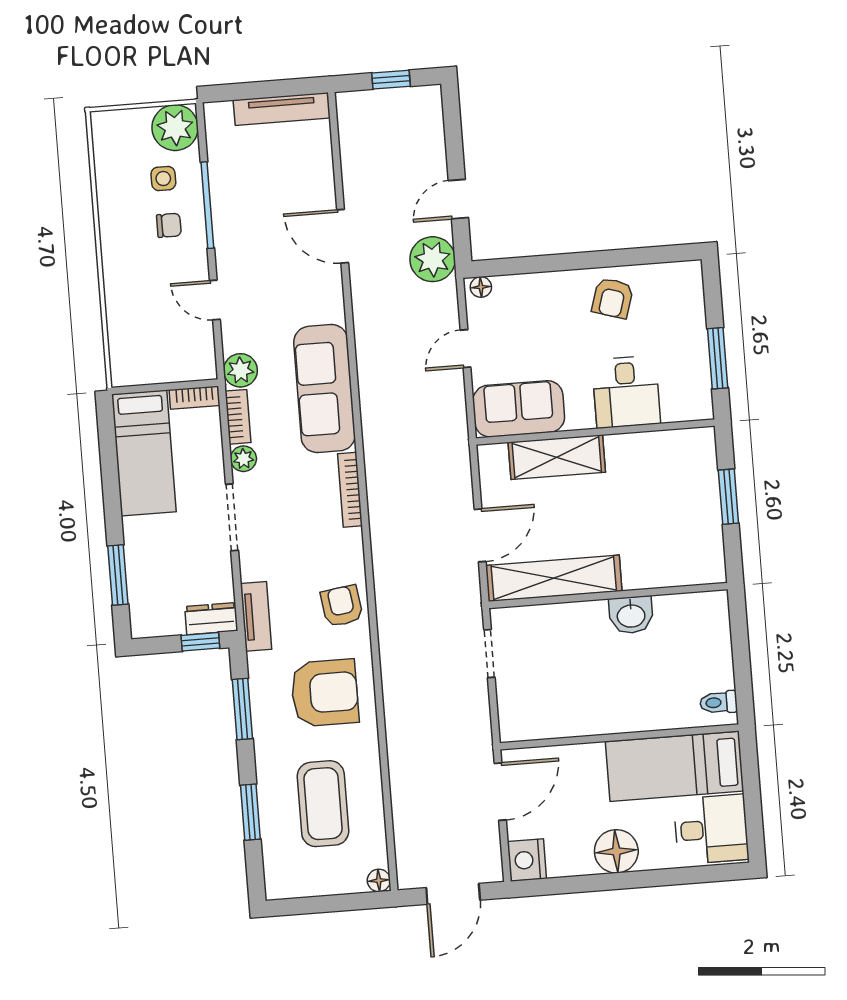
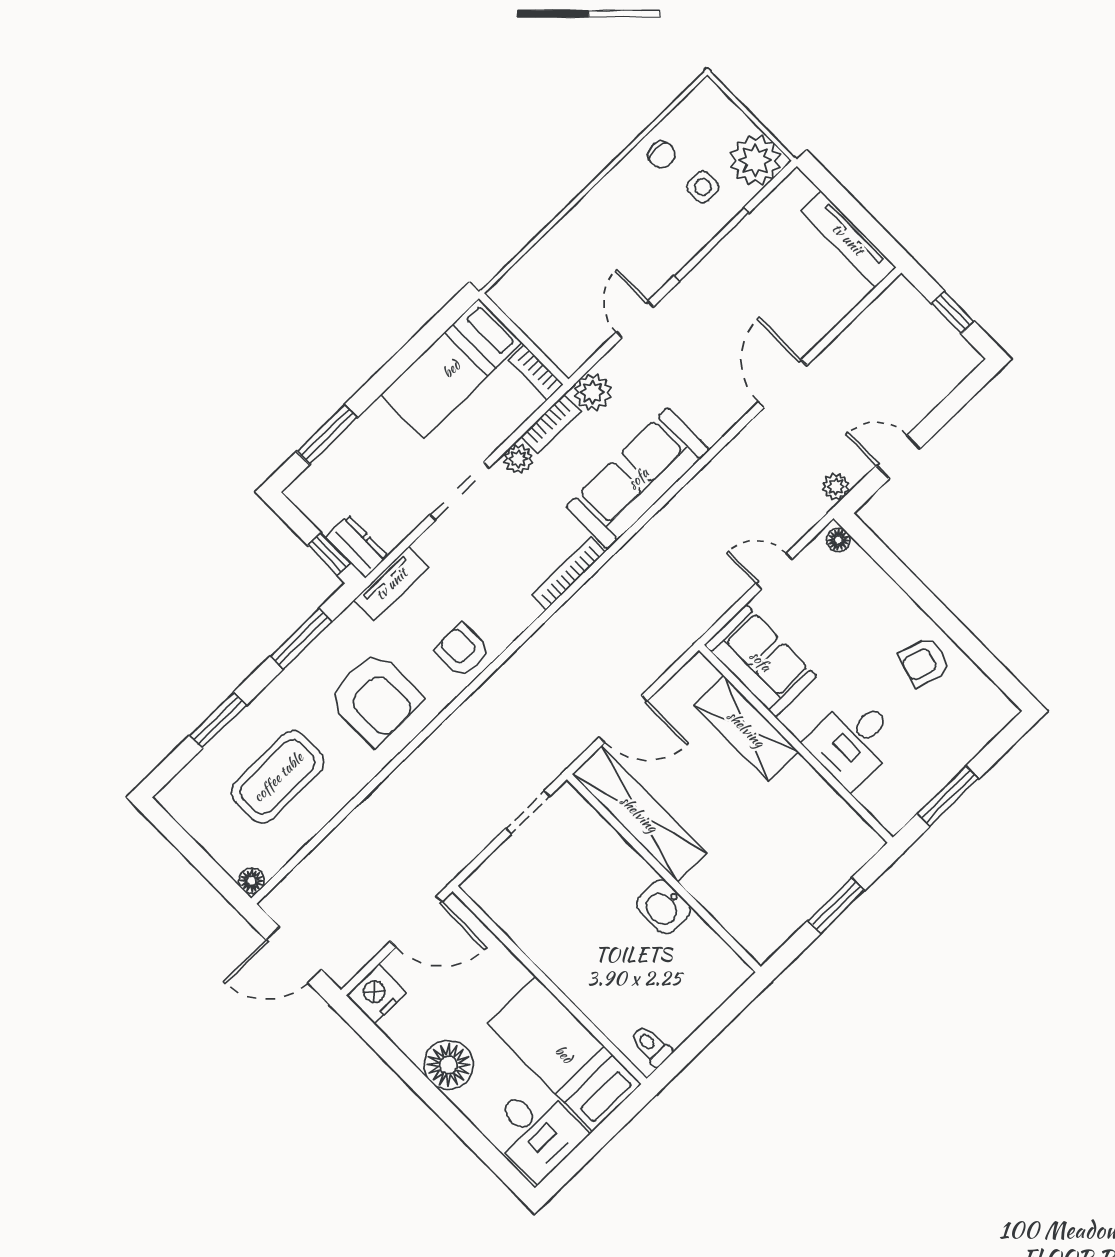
chair: (169, 225) -> (661, 155), moved
plant: (433, 259) -> (836, 487), width x0.53, depth x0.53
armchair: (342, 606) -> (462, 650), turned -82

